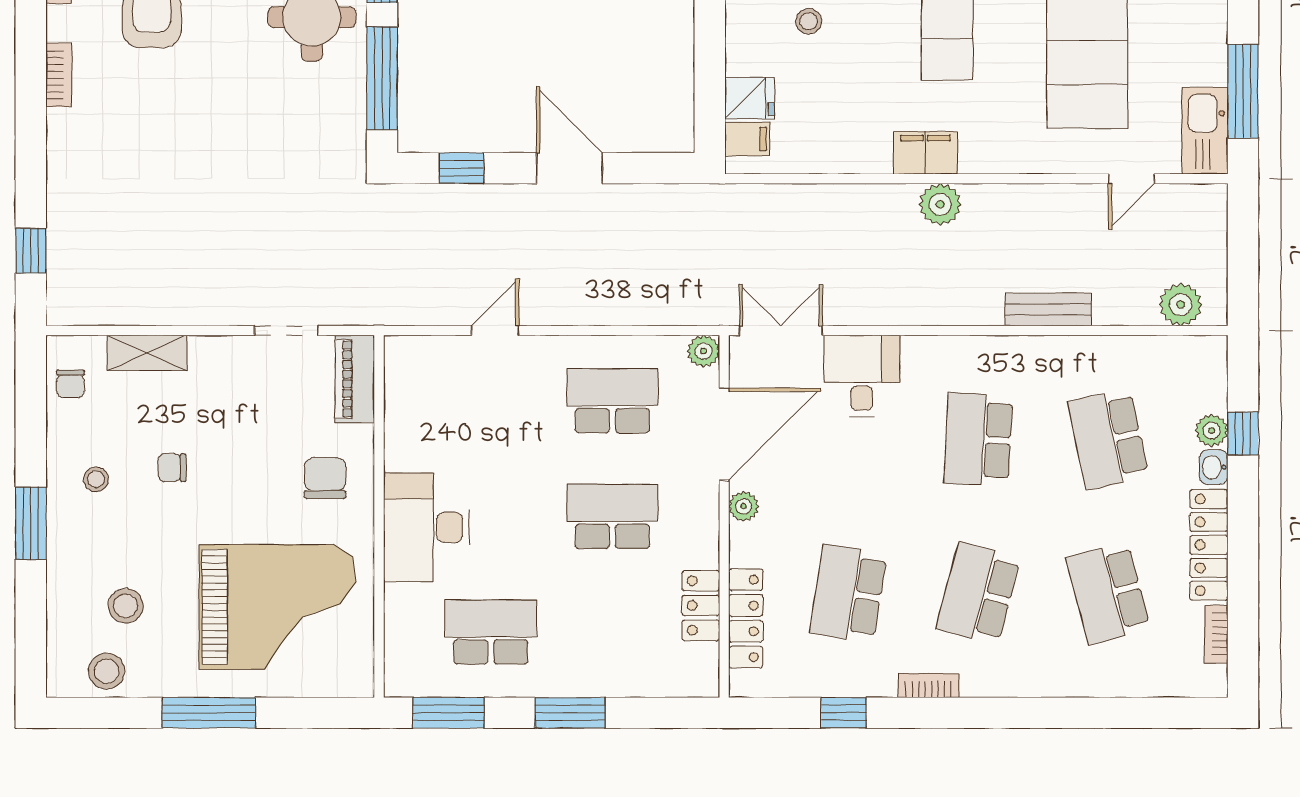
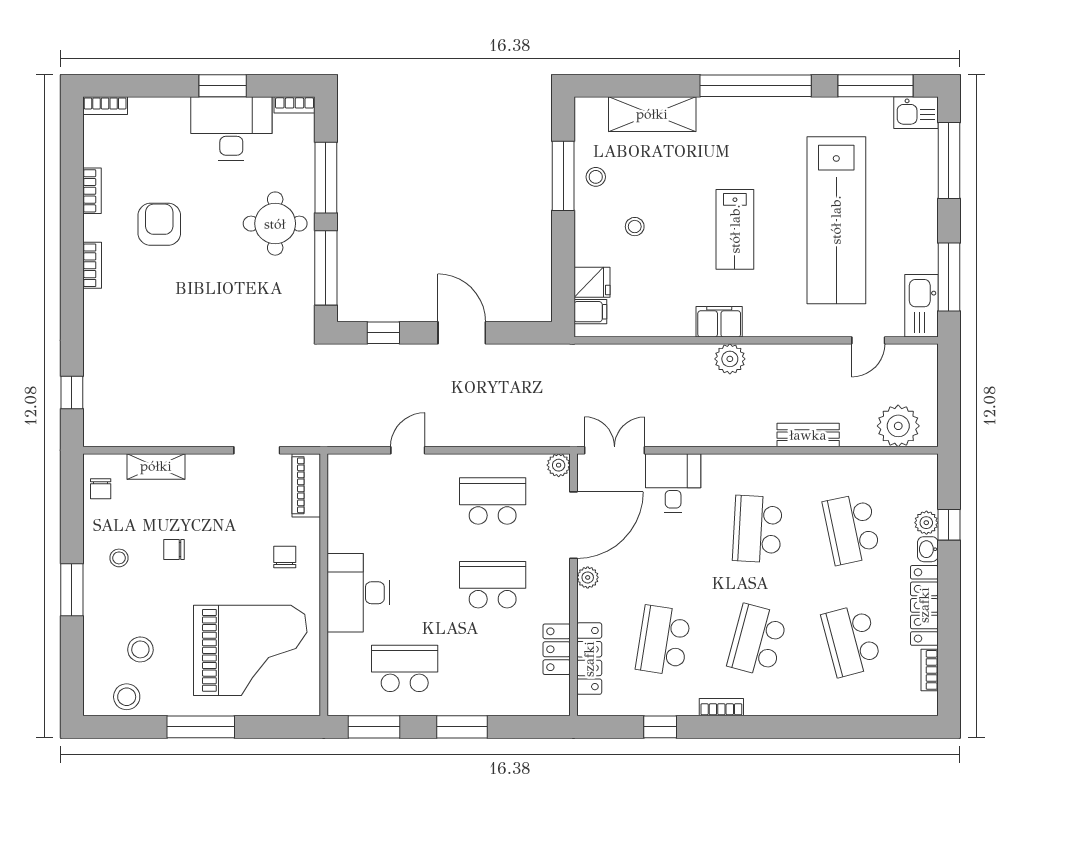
plant: (1181, 305) -> (898, 426), width x1.36, depth x1.36
chair: (325, 478) -> (285, 557), width x0.73, depth x0.73

